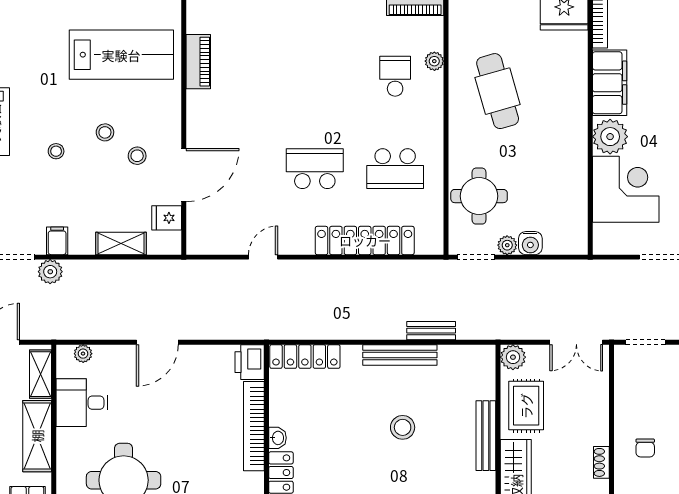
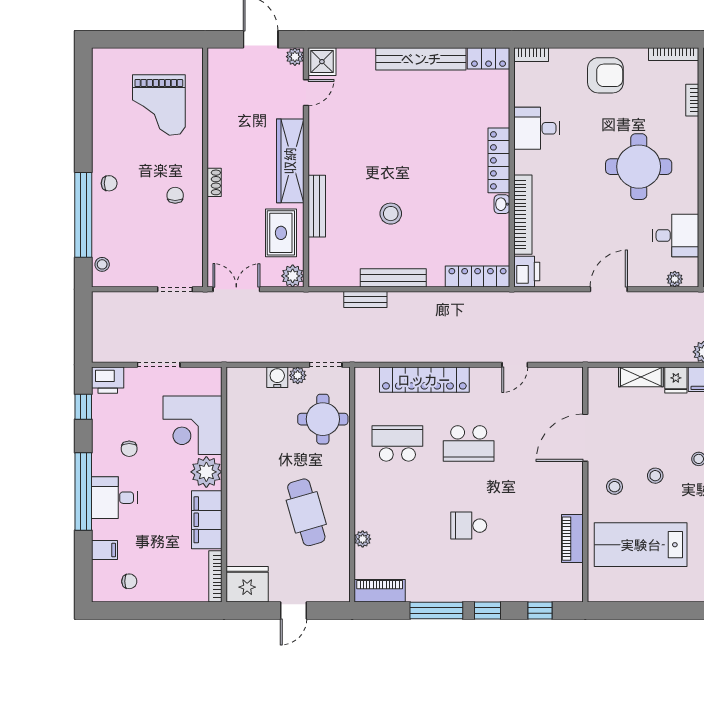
school desk: (395, 76) -> (469, 526), moved, turned 90
stool: (137, 156) -> (615, 487), moved
fridge: (167, 218) -> (676, 380), moved, turned 90

